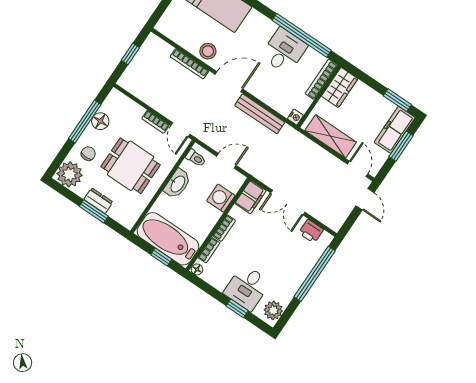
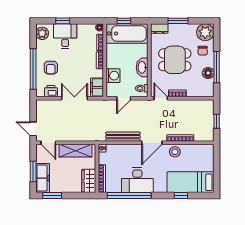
desk: (284, 51) -> (137, 180), width x1.37
dresser: (98, 201) -> (159, 29), moved
armchair: (291, 260) -> (51, 68), added

